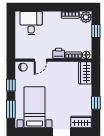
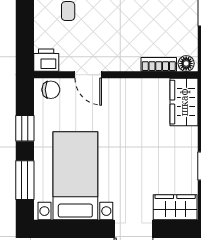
printer: (59, 53) -> (46, 60), moved
door: (41, 60) -> (88, 75), hinge flipped

